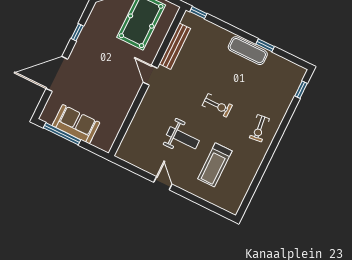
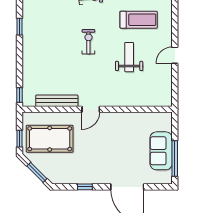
exercise mat: (248, 51) -> (31, 39), removed

